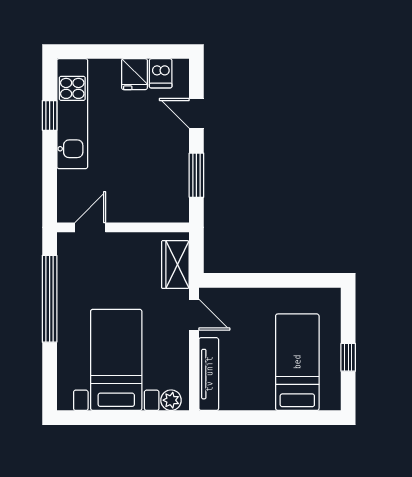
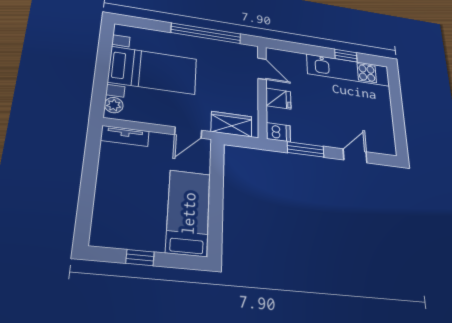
dishwasher: (161, 73) -> (278, 132), moved, turned 180
fridge: (134, 74) -> (278, 99), moved, turned 180
bed: (297, 362) -> (188, 213), moved, turned -90
tv unit: (209, 374) -> (125, 136), width x0.71

